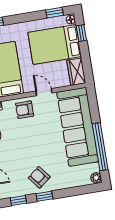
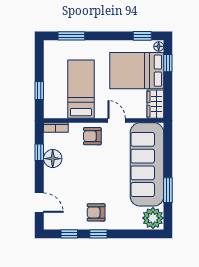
window: (100, 147) -> (168, 190), width x0.47
armchair: (39, 177) -> (96, 212), turned -52
plant: (96, 178) -> (153, 218), width x1.88, depth x1.88

